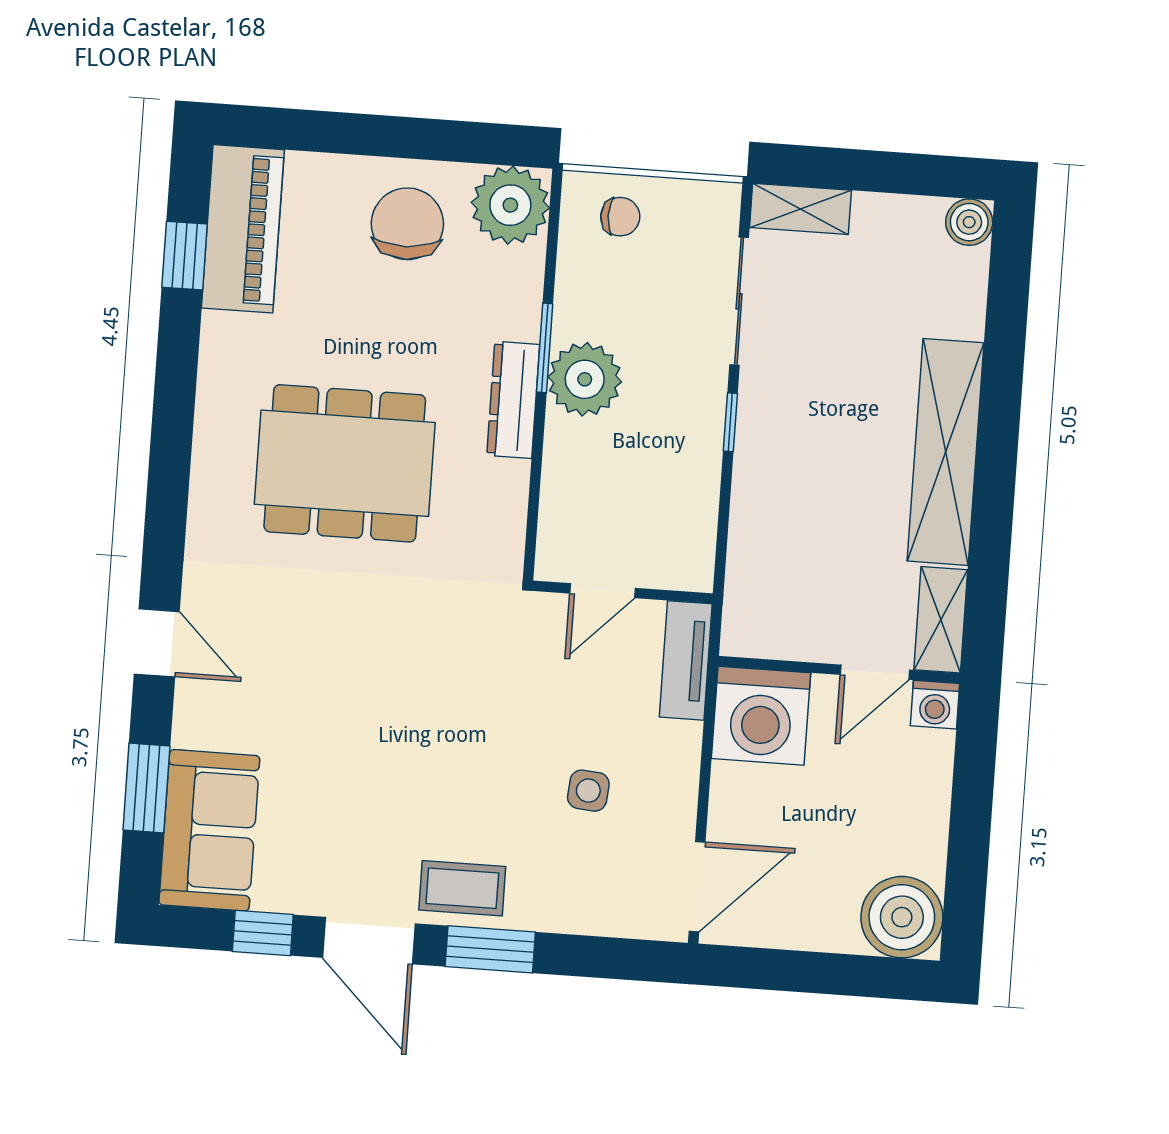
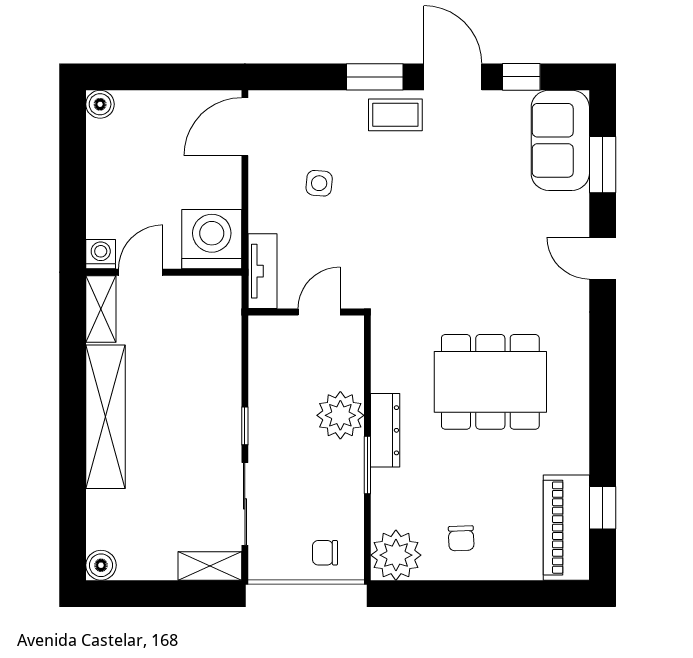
chair: (407, 224) -> (461, 538), width x0.54, depth x0.54
plant: (585, 379) -> (340, 415), moved
boiler: (902, 917) -> (100, 104), width x0.54, depth x0.54

